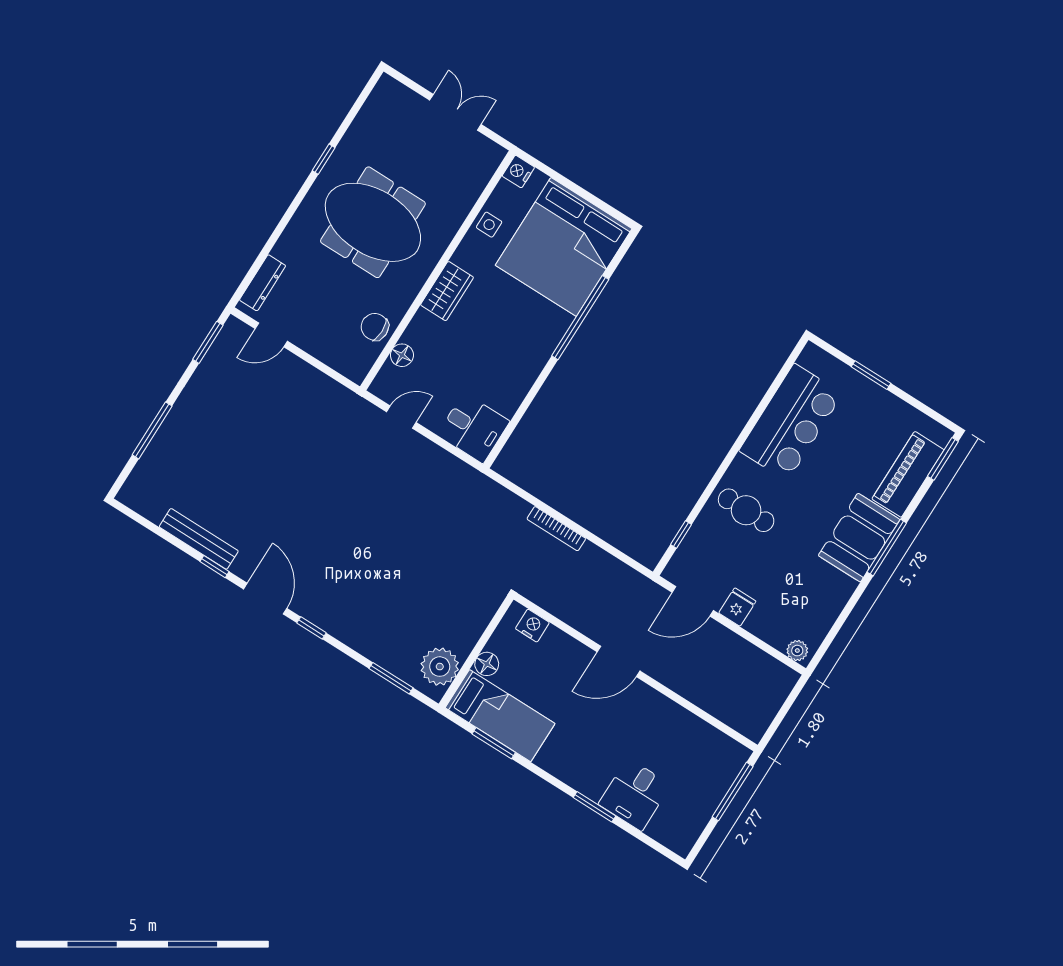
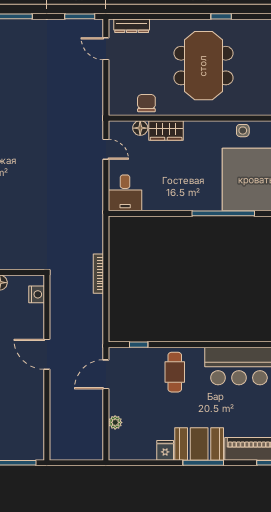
wardrobe: (447, 291) -> (166, 130), moved
door: (693, 601) -> (106, 374), hinge flipped
fridge: (737, 607) -> (165, 450), moved, turned -90
plant: (797, 651) -> (115, 422), moved

